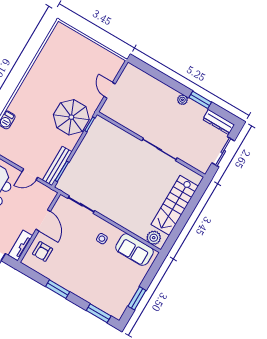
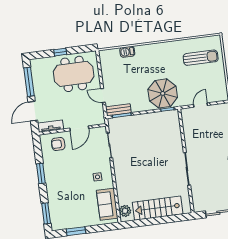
sun lounger: (66, 56) -> (201, 58), added
bench: (57, 166) -> (118, 110), width x0.73

